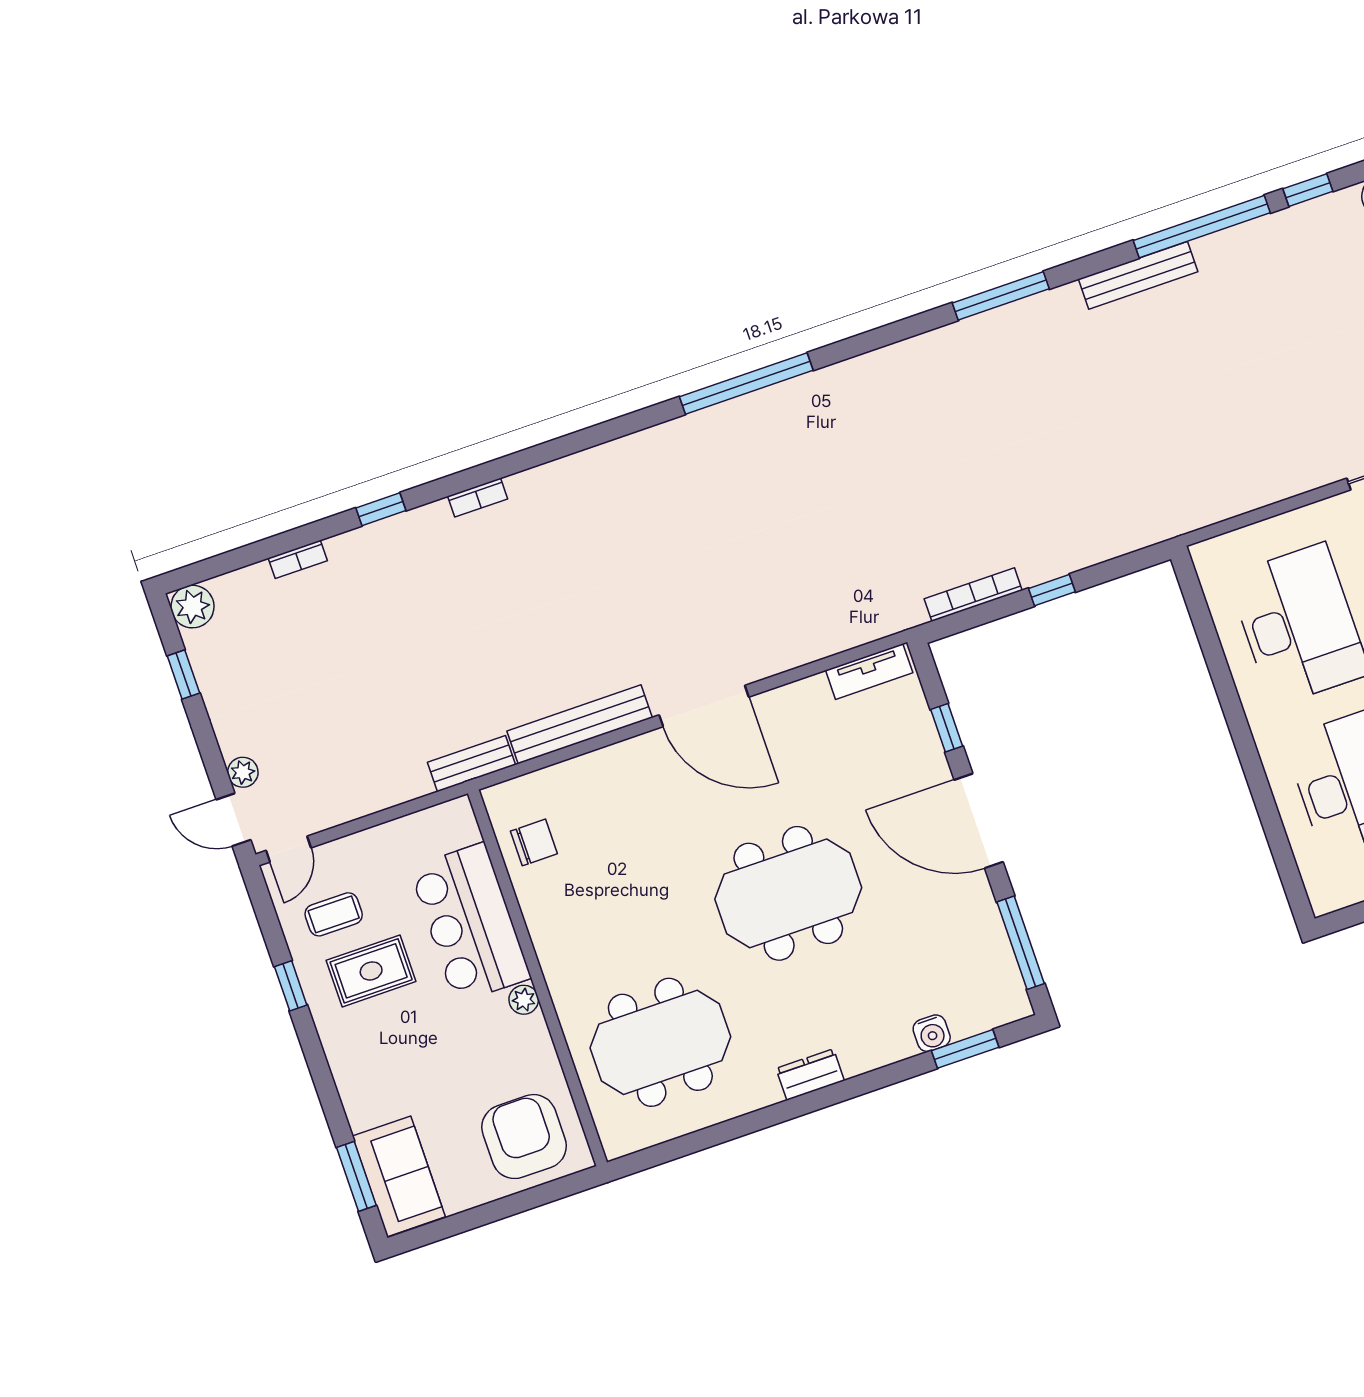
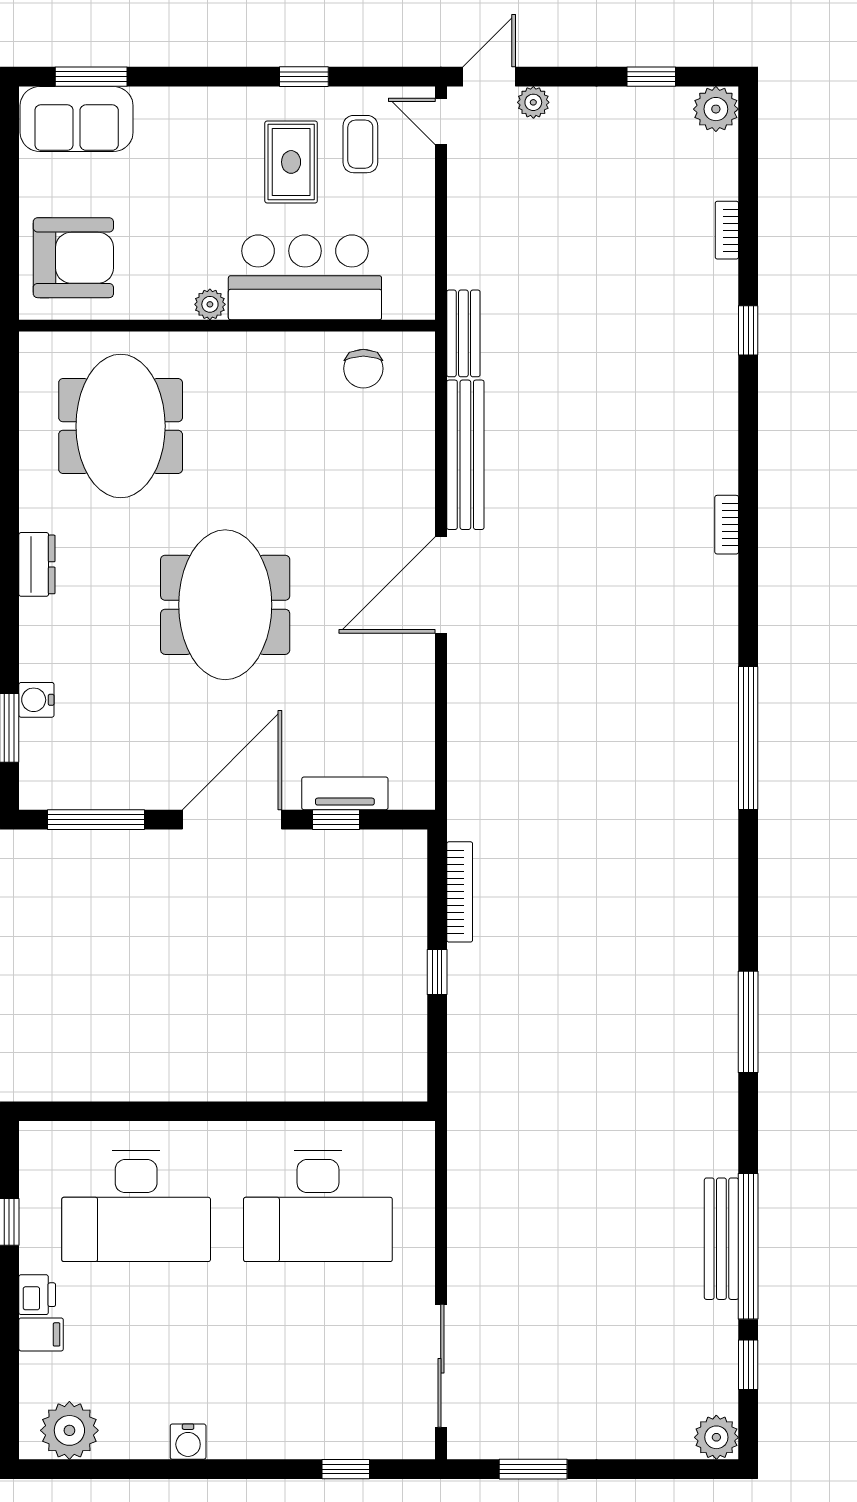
bench: (1138, 275) -> (721, 1239), moved
bookcase: (478, 498) -> (727, 525), moved
tv unit: (869, 672) -> (345, 793), moved, turned 90

